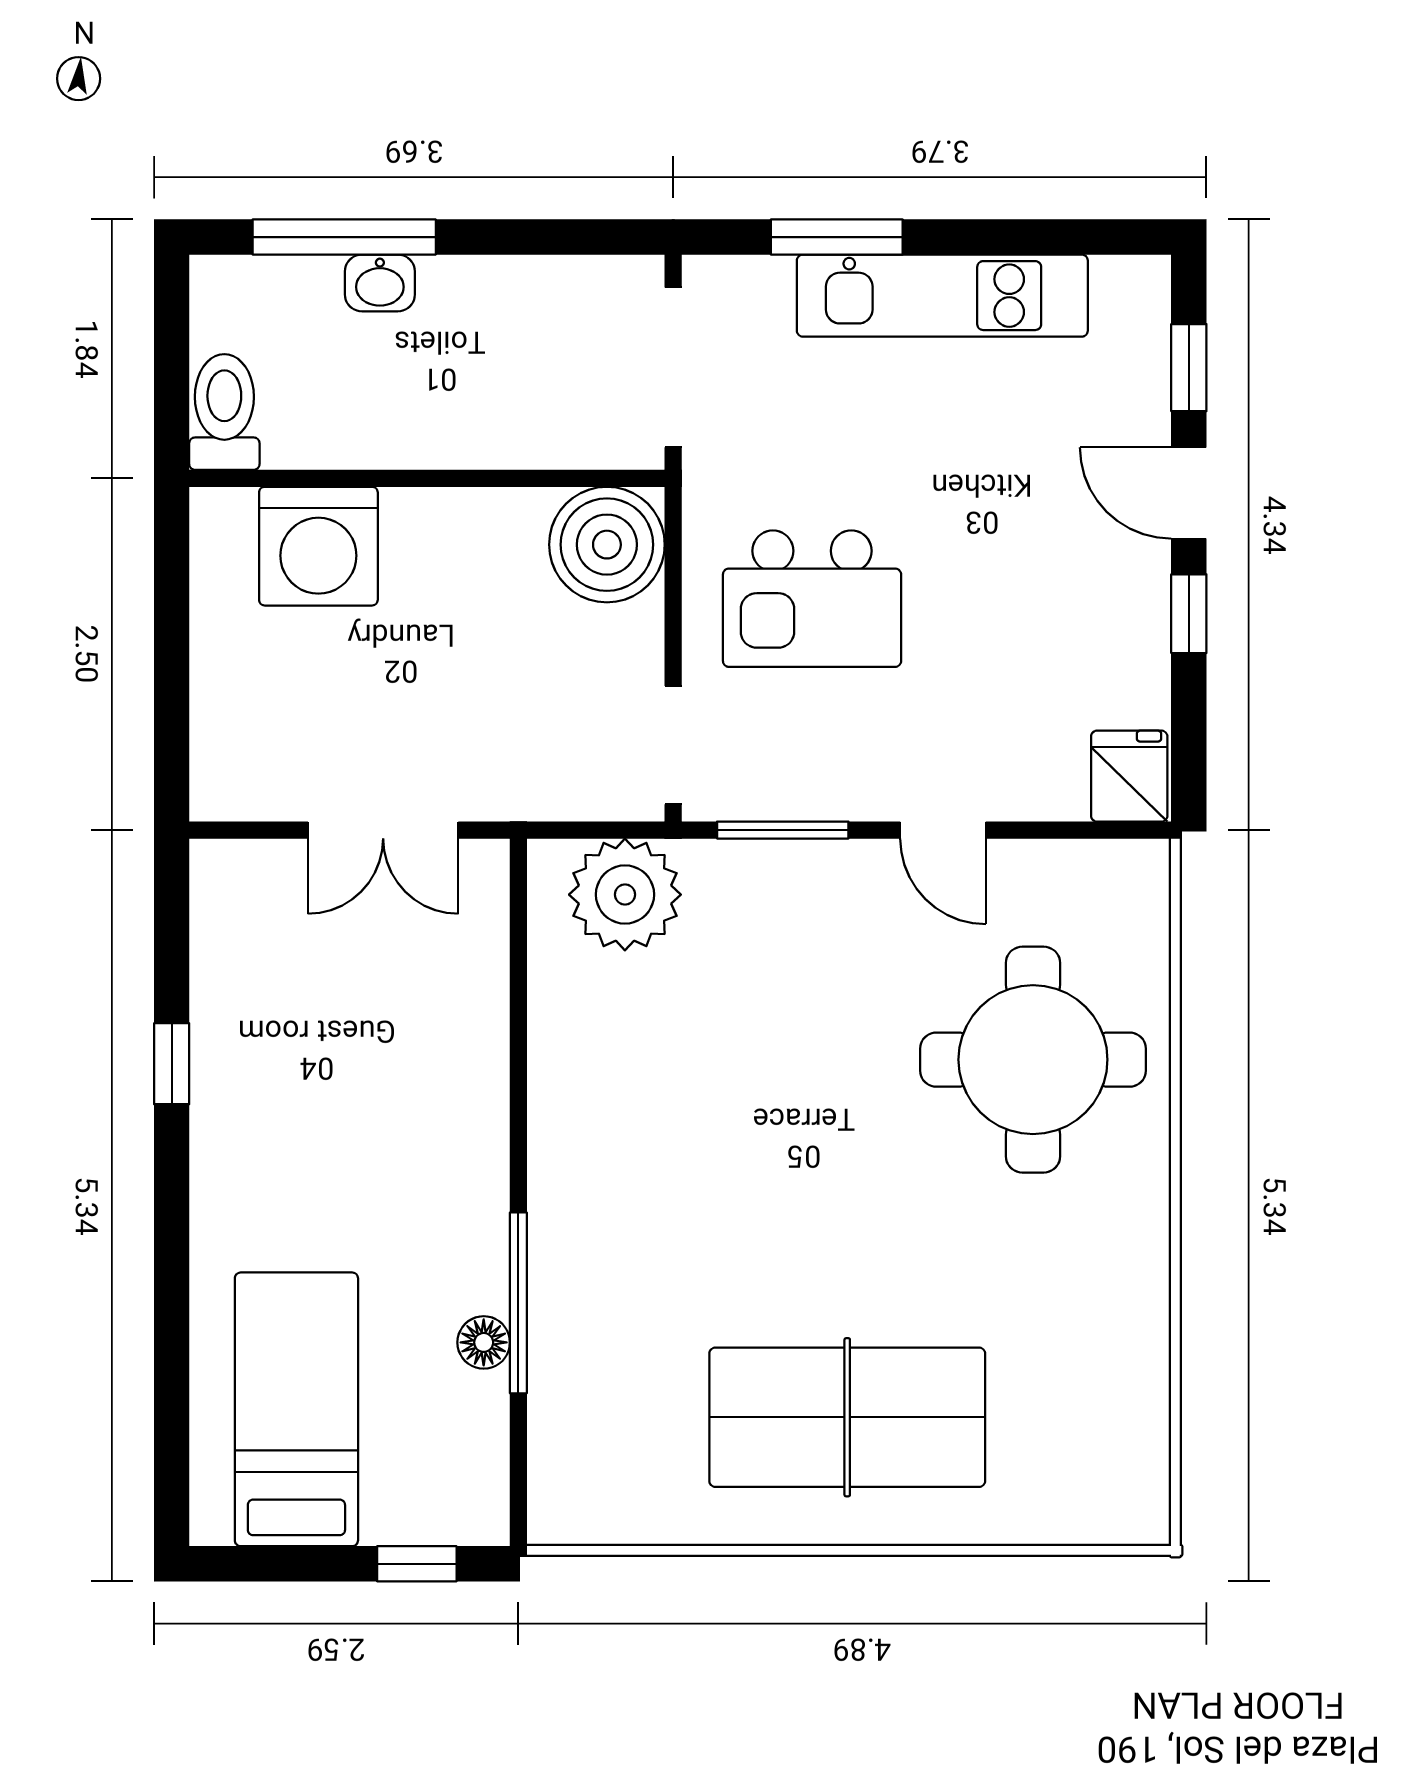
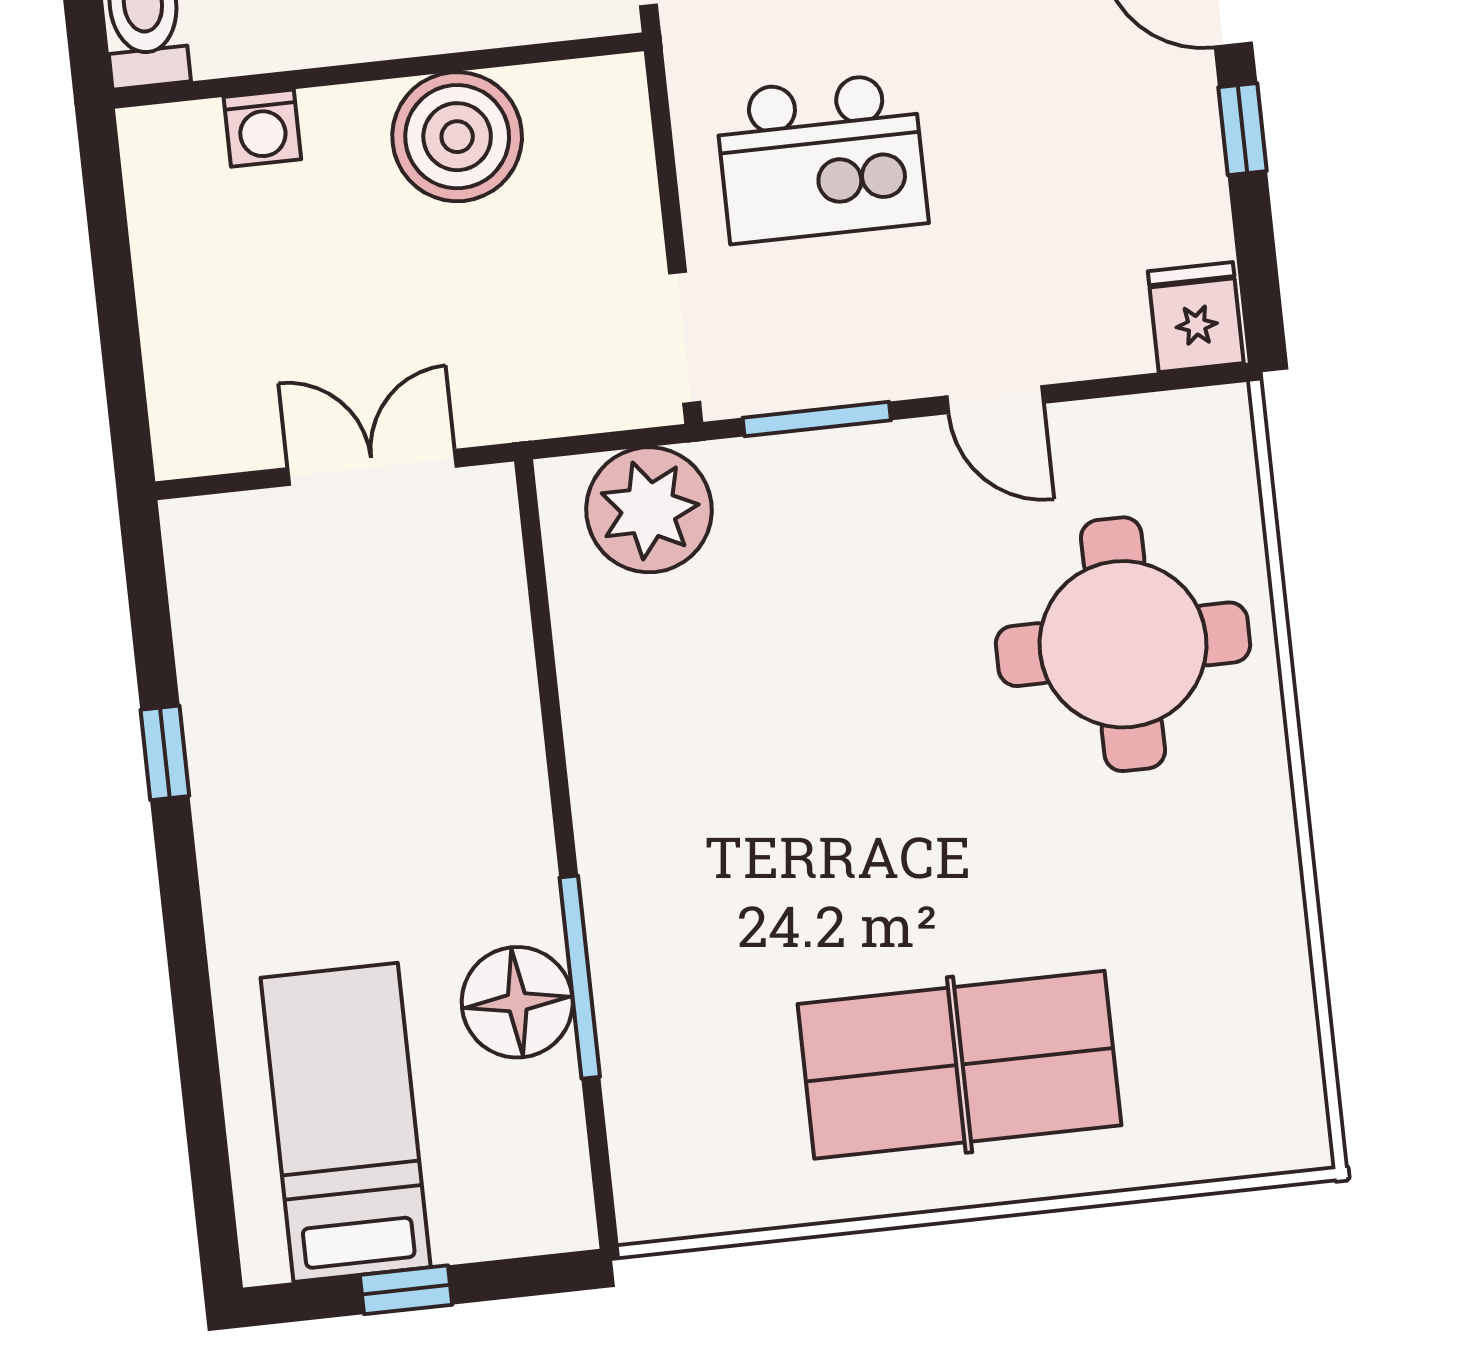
boiler: (607, 545) -> (457, 137), moved
washing machine: (318, 546) -> (262, 128), width x0.53, depth x0.53
double door: (383, 830) -> (372, 467), swing flipped
floor lamp: (484, 1342) -> (517, 1002), width x1.89, depth x1.89
window: (417, 1564) -> (406, 1290), moved

